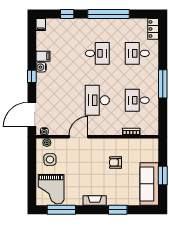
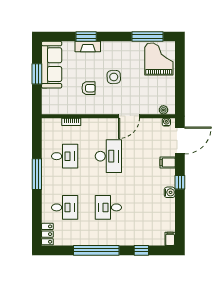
filing cabinet: (43, 56) -> (168, 163), moved
side table: (50, 160) -> (114, 77), moved
fireplace: (95, 201) -> (88, 47), moved

